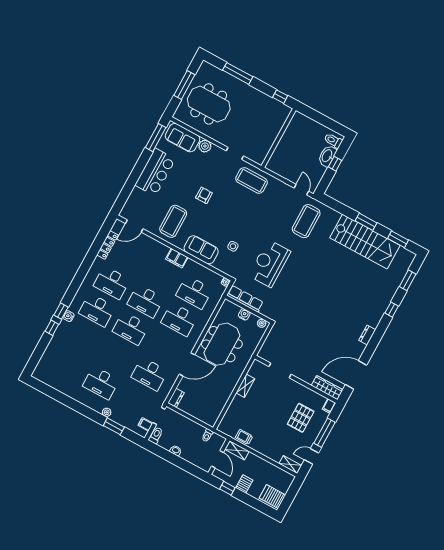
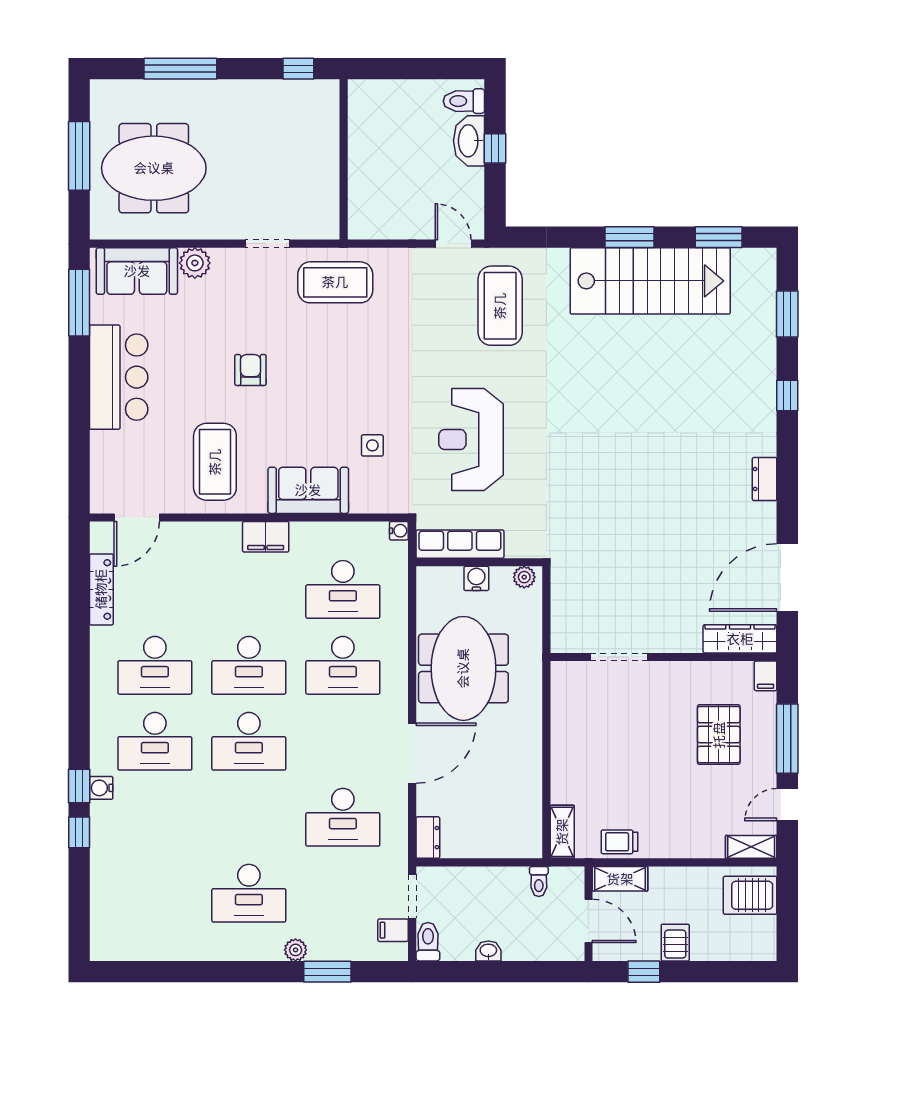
shelving: (245, 386) -> (562, 832), moved
server rack: (272, 496) -> (750, 895), moved

